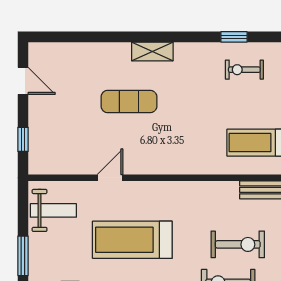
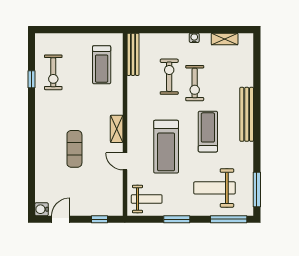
shelving: (152, 51) -> (117, 129), moved
water cooler: (38, 52) -> (42, 209), added
exercise bike: (244, 70) -> (53, 72), width x1.38, depth x1.39
weight bench: (53, 210) -> (147, 199), turned 90

